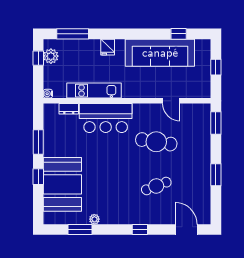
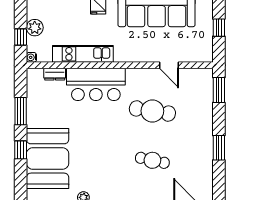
plant: (51, 56) -> (35, 28), moved
window: (38, 58) -> (21, 37), moved
cafe table: (156, 186) -> (152, 160), turned 33

